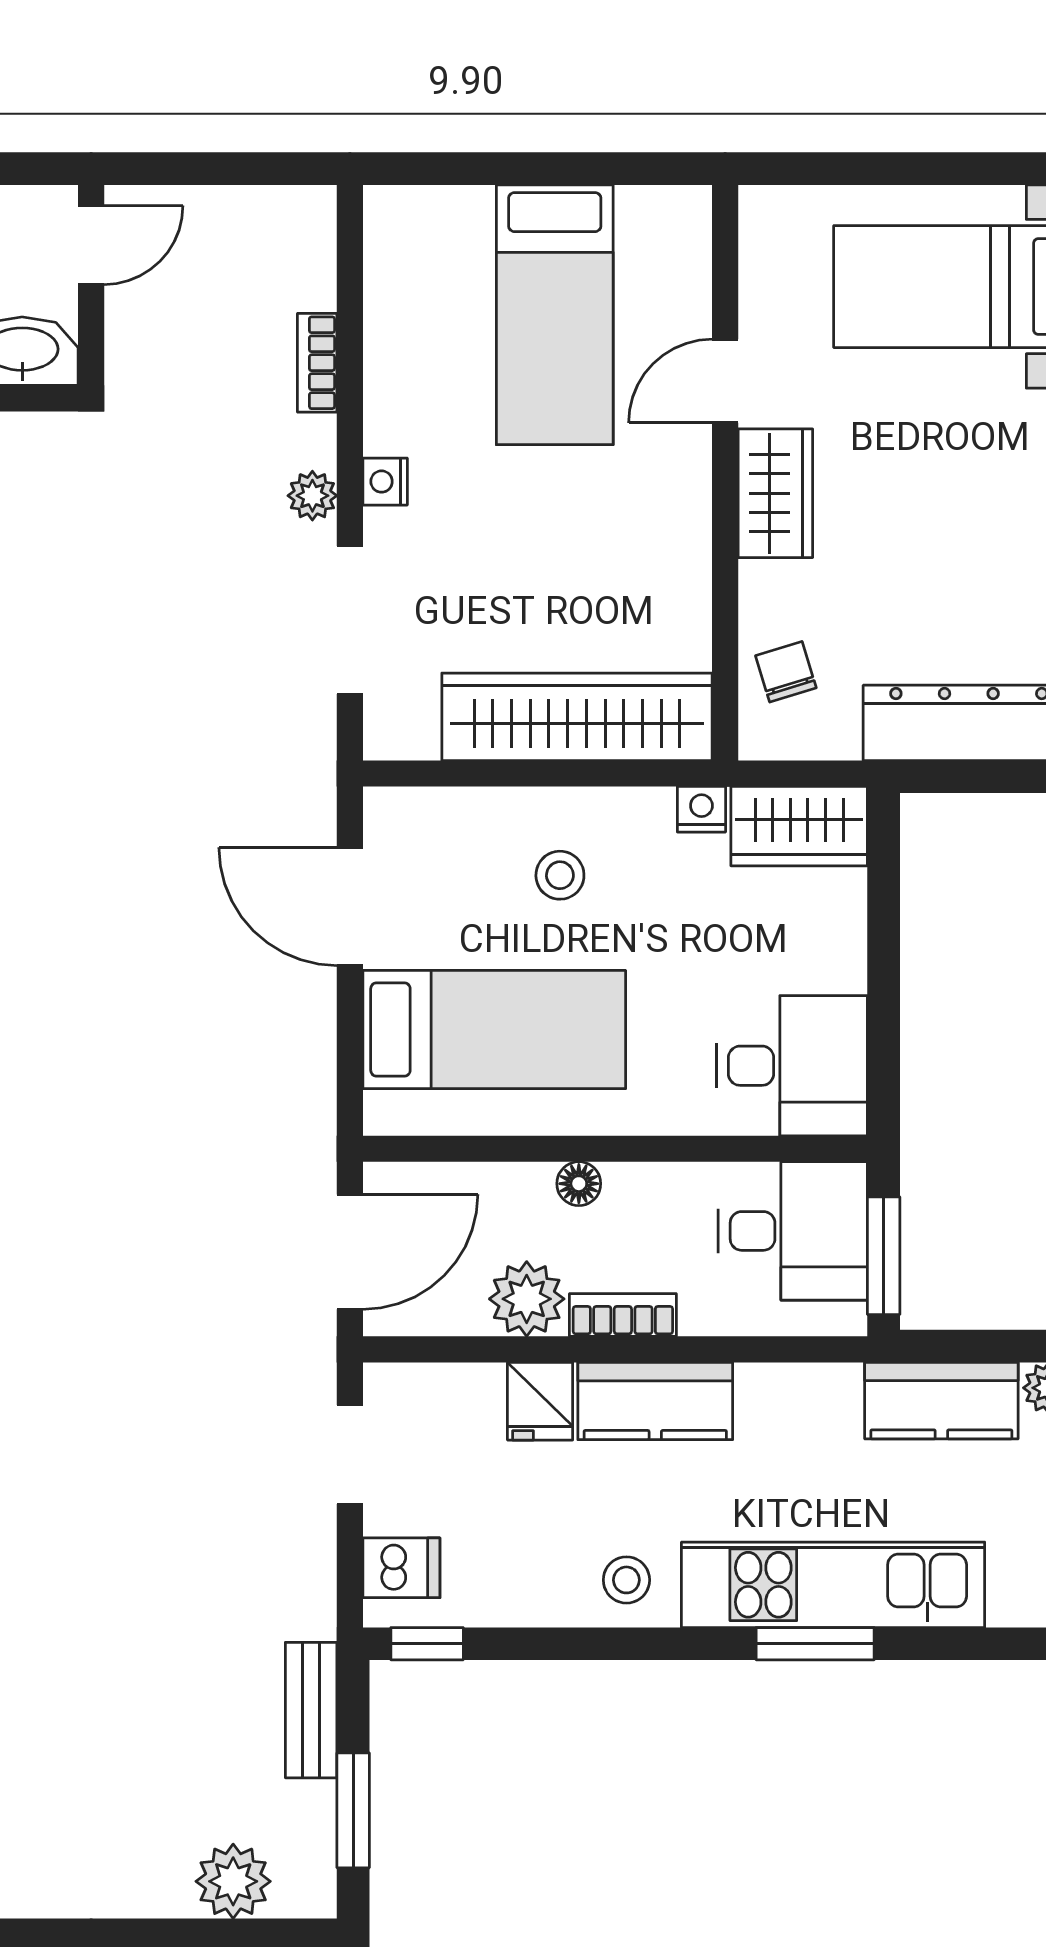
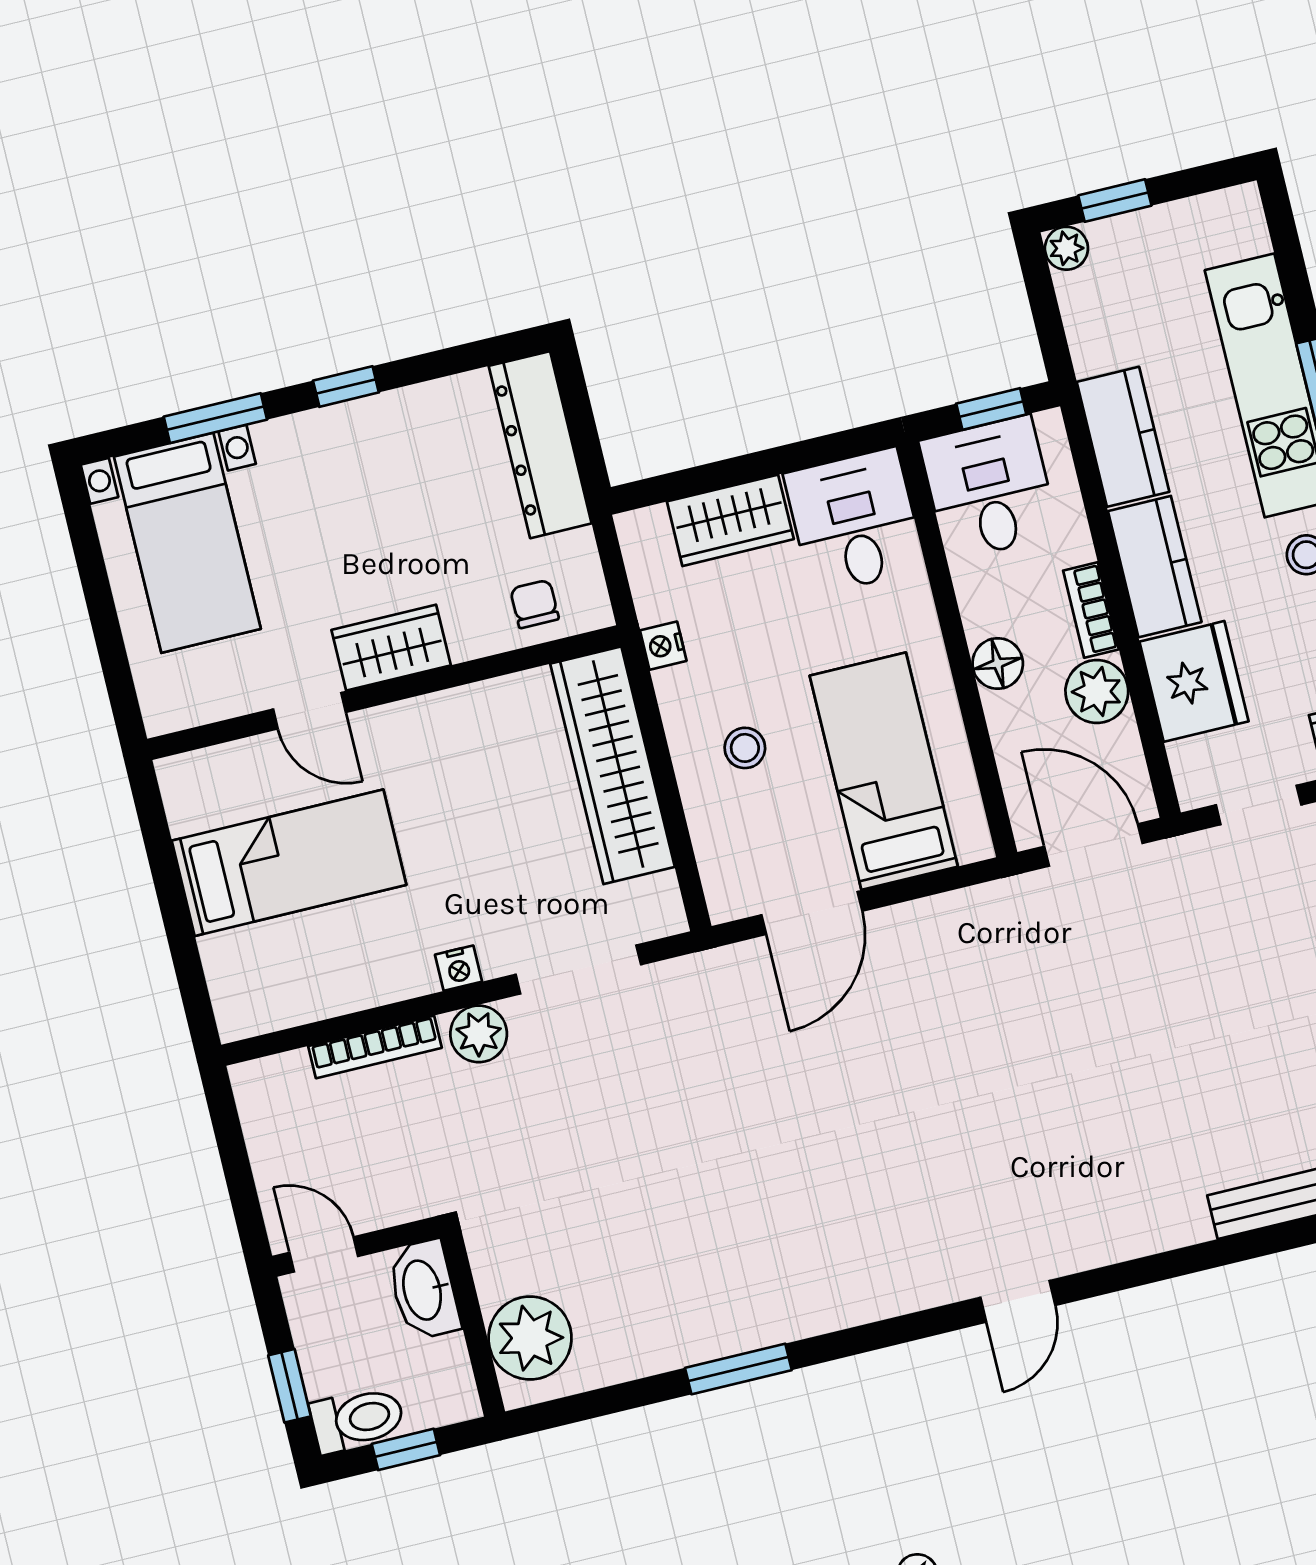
bookcase: (317, 363) -> (375, 1047), width x1.56
plant: (312, 496) -> (479, 1034), width x1.38, depth x1.38
chair: (786, 672) -> (535, 604), turned 107
wardrobe: (799, 826) -> (730, 520), moved, turned 90
floor lamp: (579, 1184) -> (998, 664), width x1.37, depth x1.37
window: (884, 1256) -> (991, 409), width x0.67
fridge: (540, 1401) -> (1194, 681), width x1.88, depth x1.34
kitchen counter: (941, 1401) -> (1123, 437), moved

